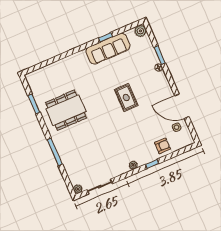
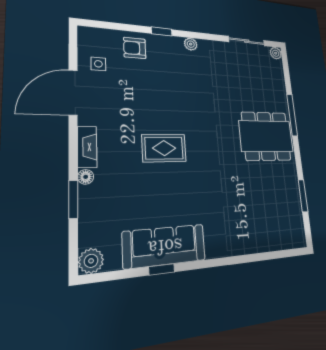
fireplace: (164, 82) -> (87, 147), added
rug: (126, 97) -> (164, 148), turned 90
door: (182, 106) -> (73, 93), swing flipped
dining table: (66, 110) -> (266, 136), moved

